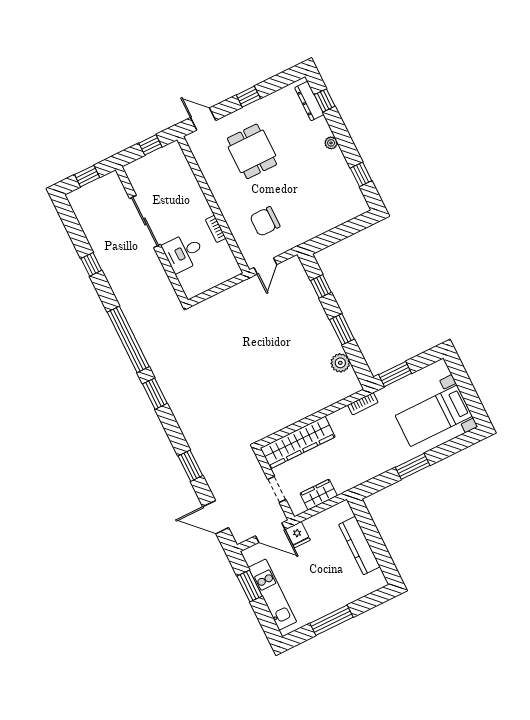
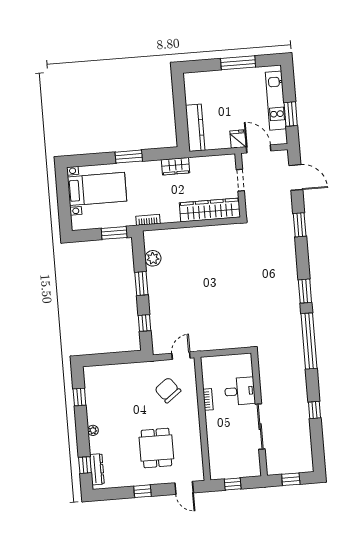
chair: (265, 221) -> (168, 390), turned -127
wardrobe: (319, 495) -> (175, 166), moved
kitchen counter: (359, 546) -> (195, 128), moved

